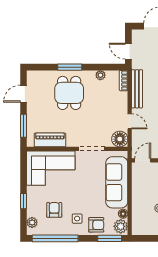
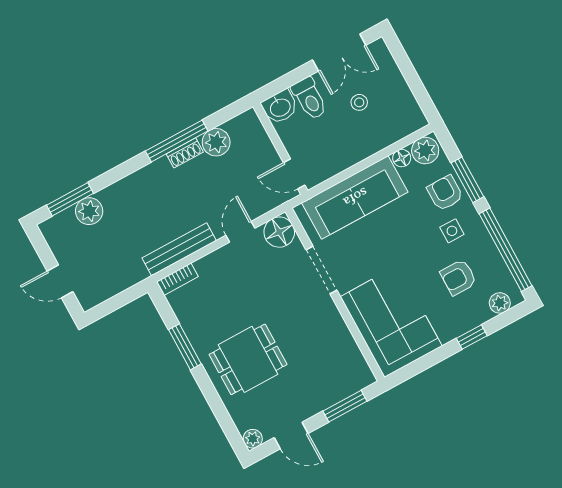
door: (128, 51) -> (124, 298), removed
window: (70, 67) -> (185, 347), moved
plant: (100, 75) -> (253, 439), moved
piano: (50, 140) -> (345, 349), removed
window: (110, 238) -> (467, 180), moved

